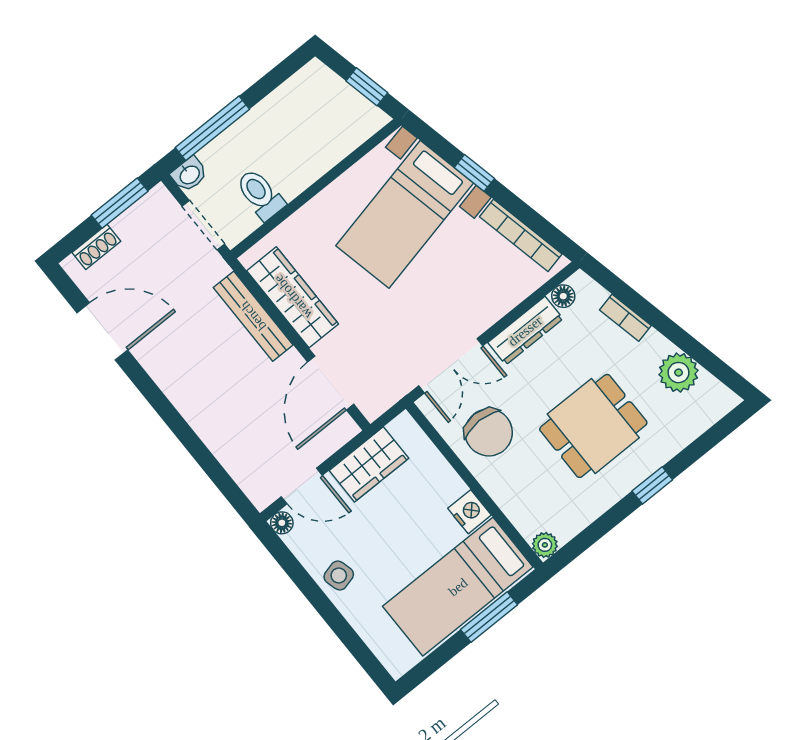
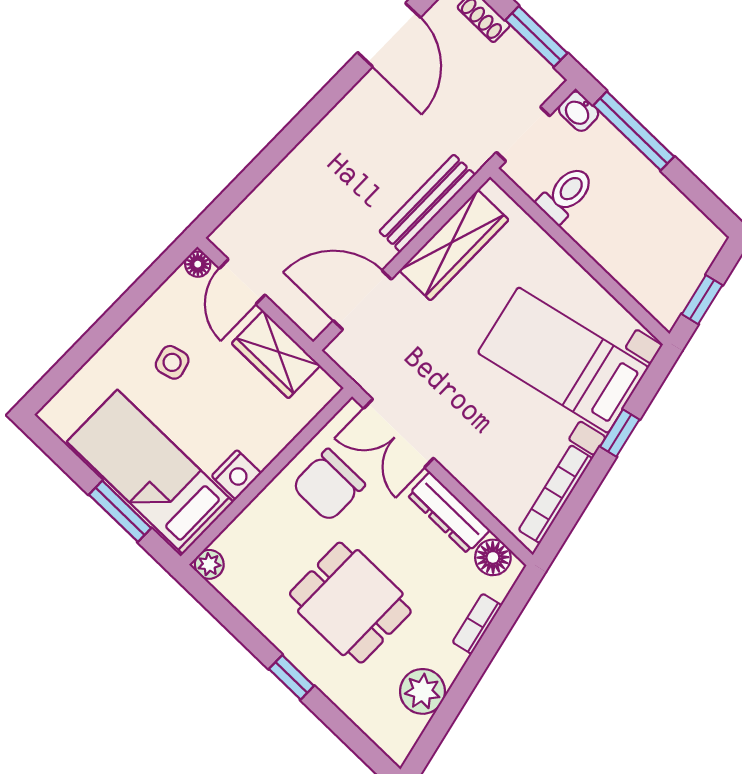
floor lamp: (563, 296) -> (493, 557), width x1.37, depth x1.37
side table: (339, 576) -> (172, 362), moved

